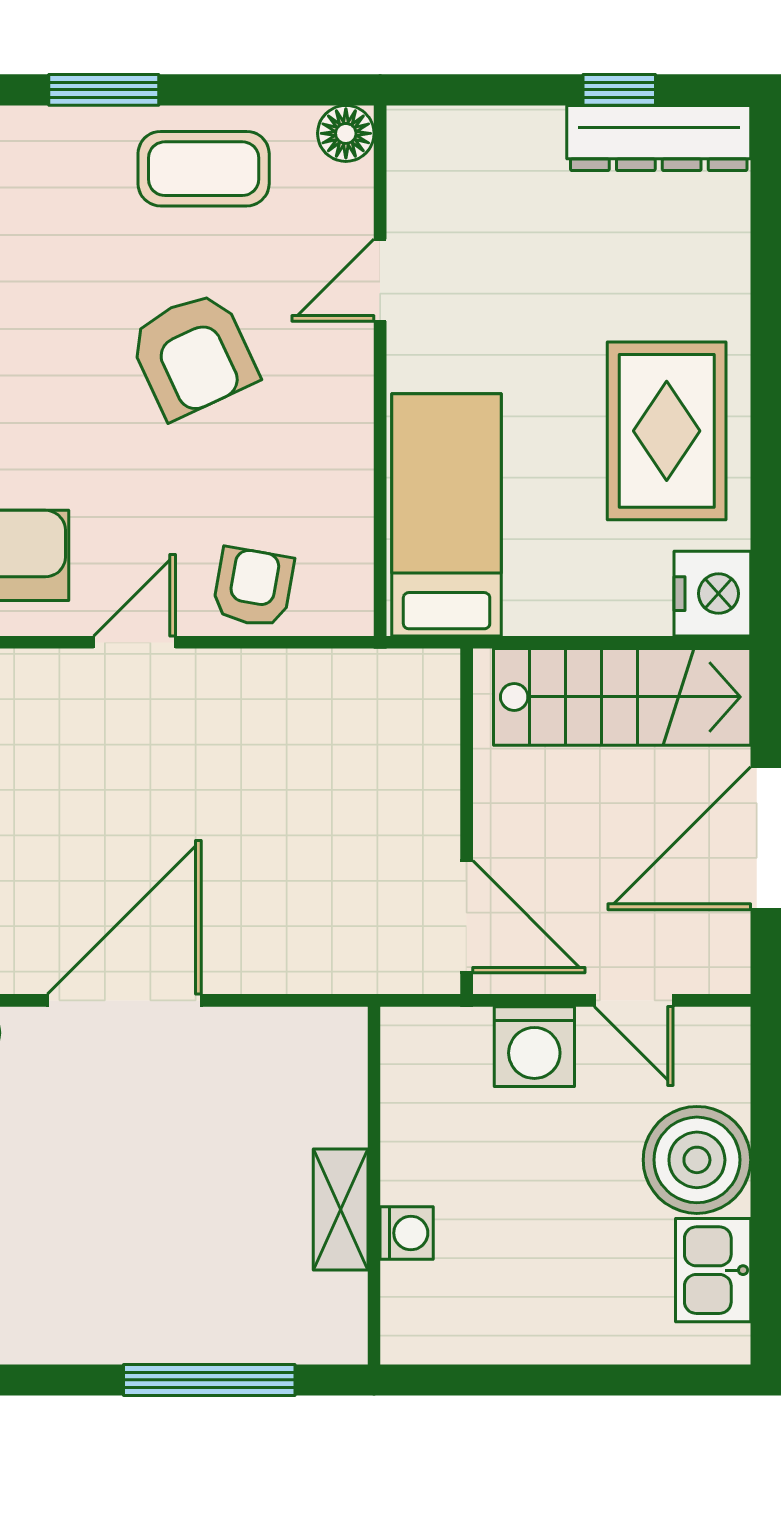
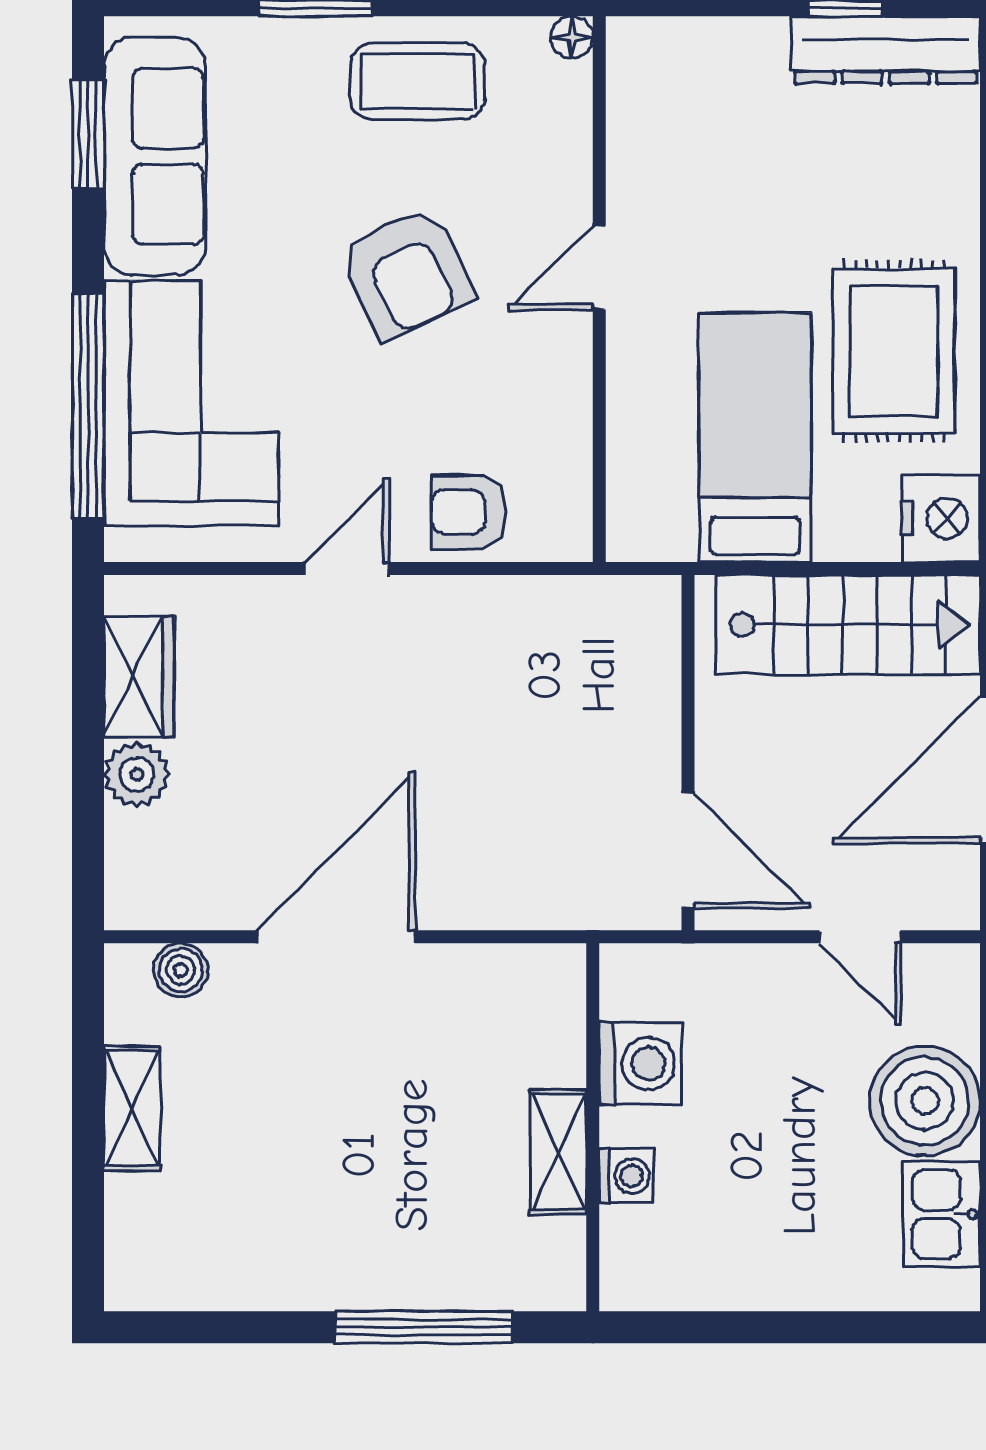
floor lamp: (346, 133) -> (572, 37), width x0.73, depth x0.73
door: (380, 280) -> (599, 268), moved
bed: (447, 515) -> (755, 437), moved
armchair: (253, 587) -> (469, 512), turned -100
washing machine: (534, 1047) -> (640, 1063), moved, turned -90

